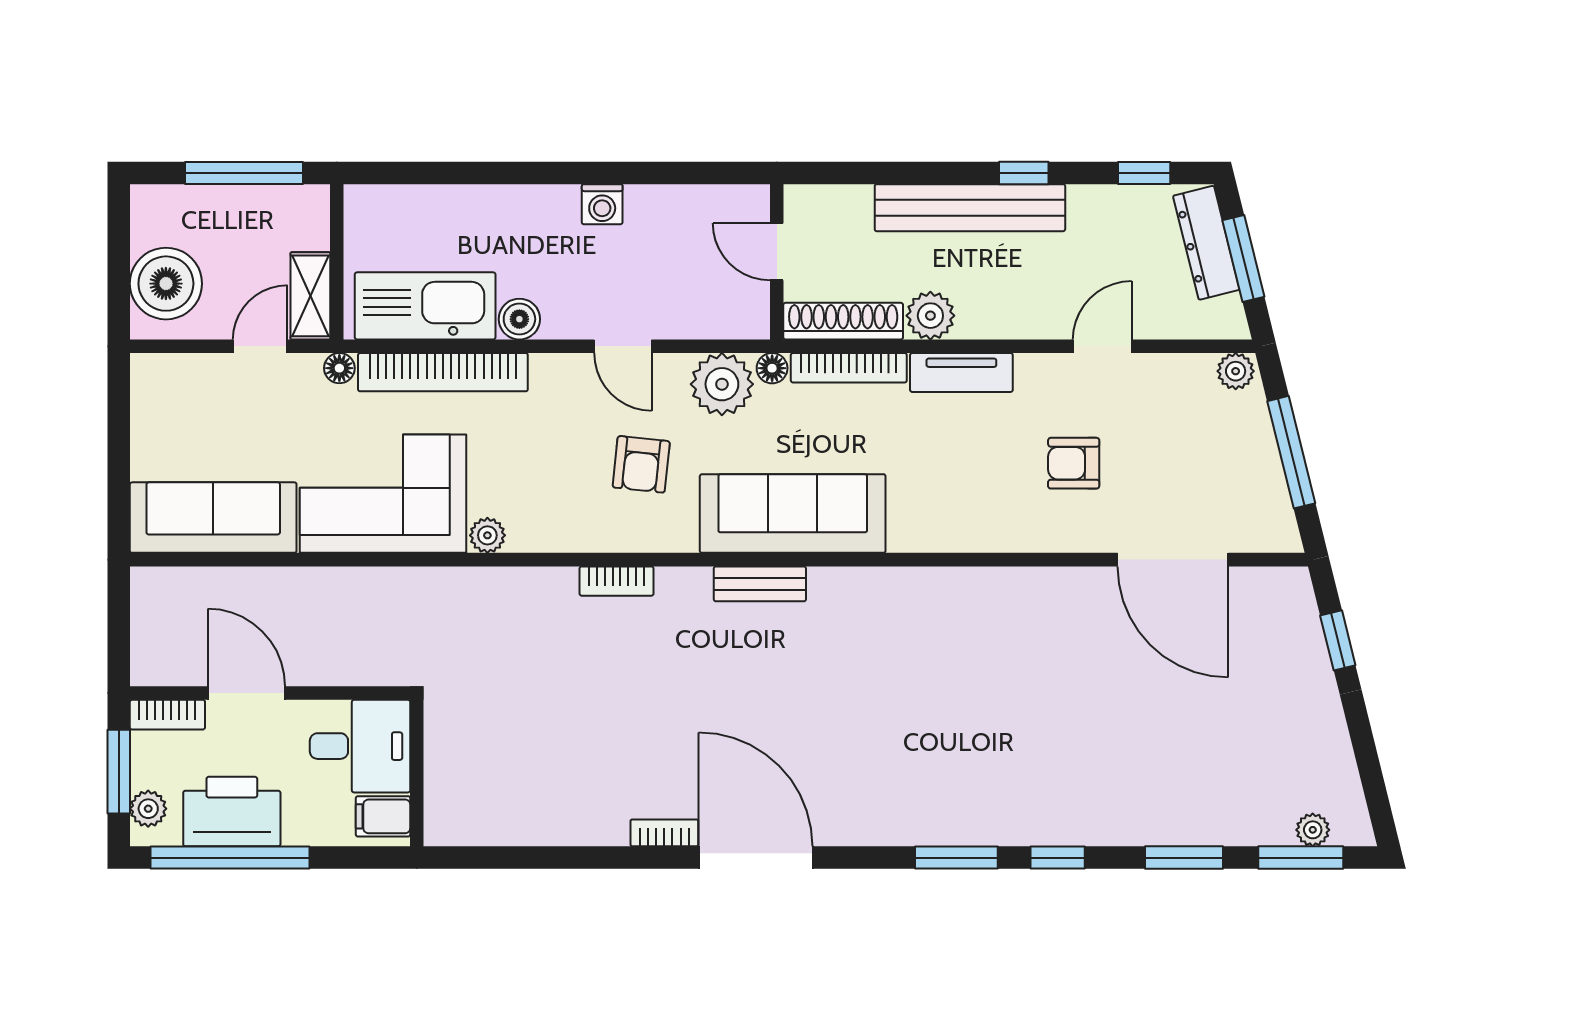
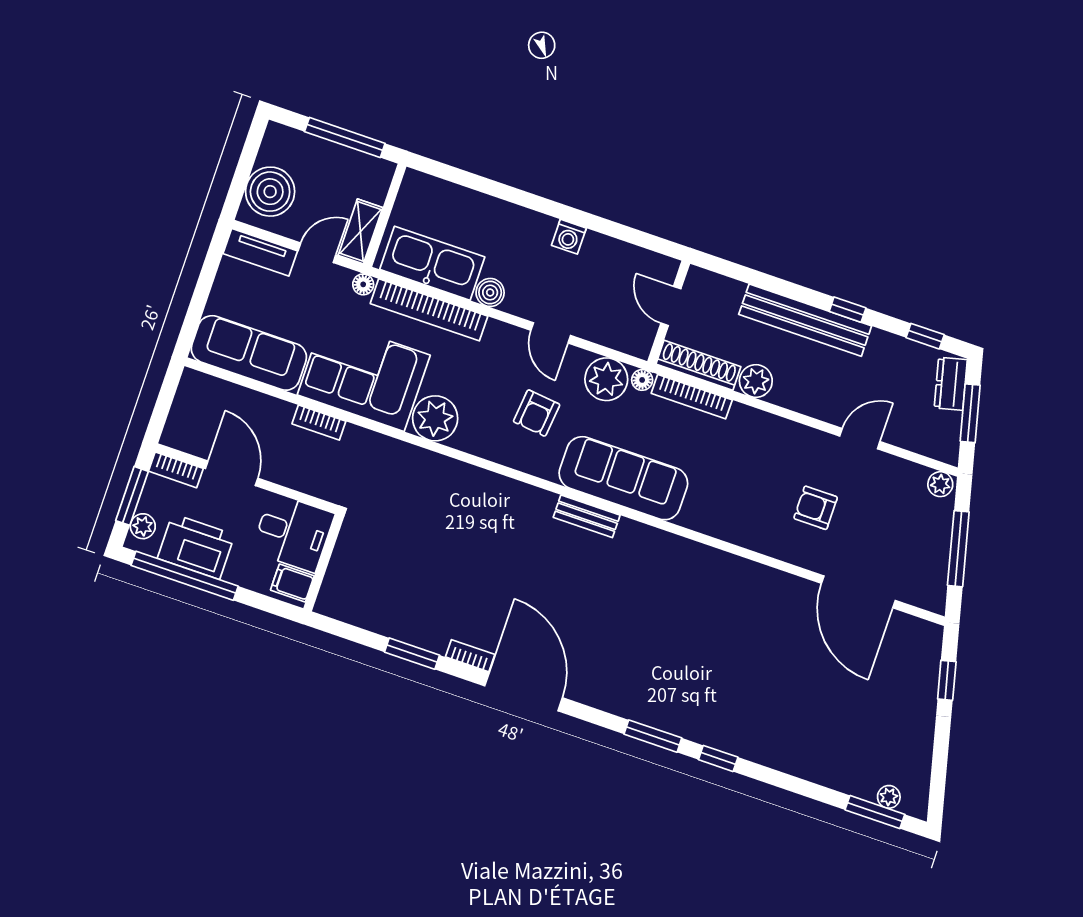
dresser: (1206, 243) -> (951, 384), width x0.70
tv unit: (961, 372) -> (260, 252), moved
plant: (487, 535) -> (435, 418), width x1.87, depth x1.87
bookcase: (617, 581) -> (319, 423), moved
window: (1184, 858) -> (412, 654), moved

